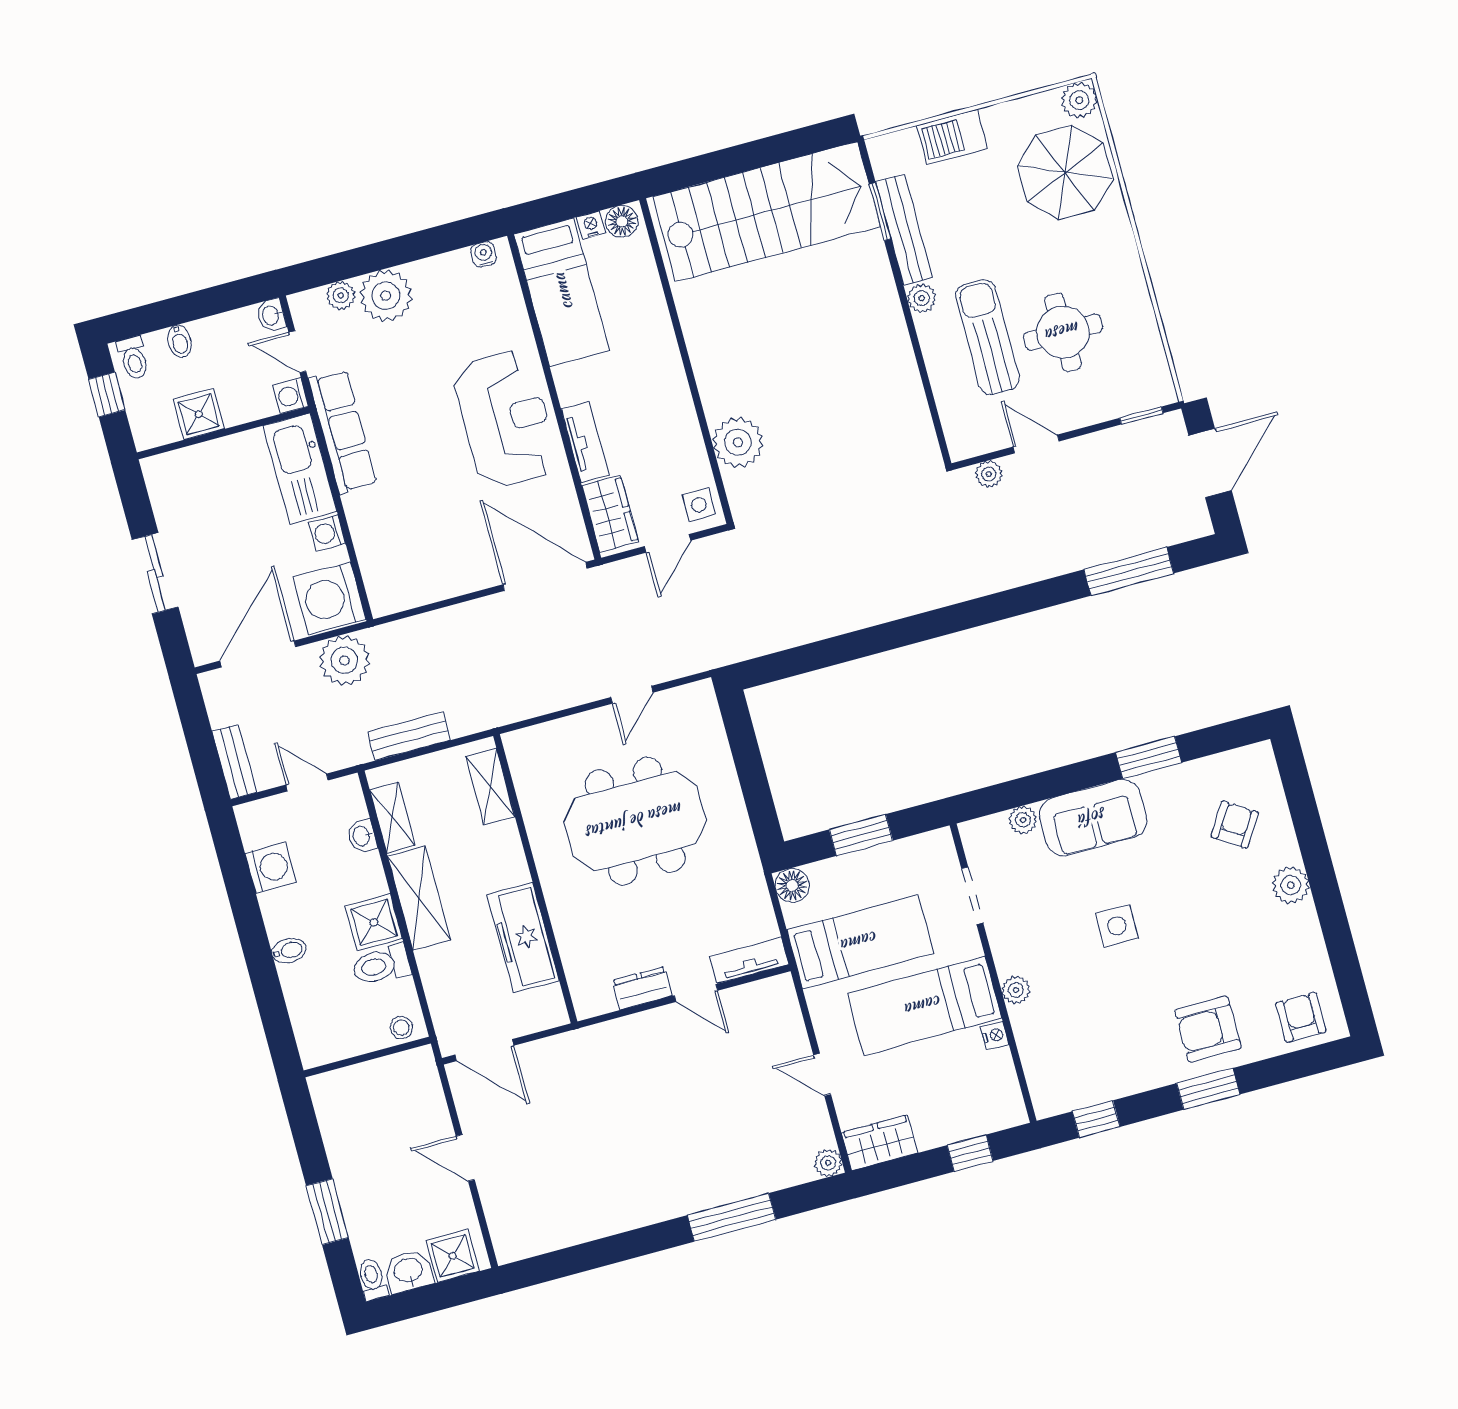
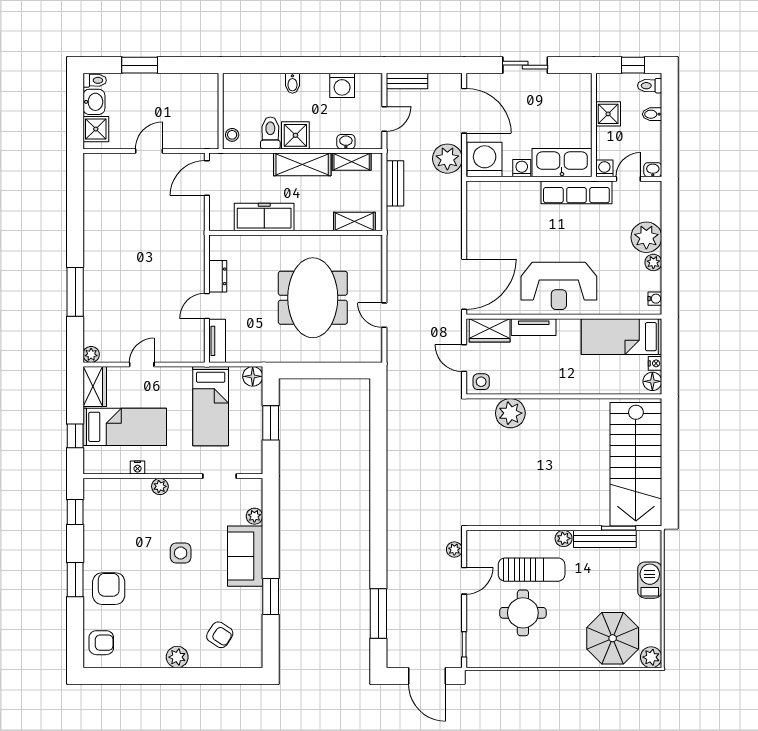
plant: (341, 295) -> (653, 262), moved
bed: (924, 1006) -> (125, 427), moved, turned 90

